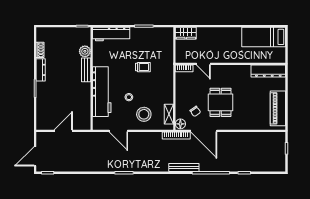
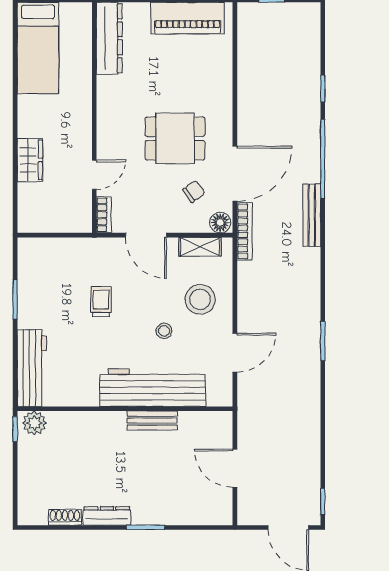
wardrobe: (186, 33) -> (30, 160), moved
plant: (85, 51) -> (34, 423), moved
bench: (86, 70) -> (152, 421), moved
door: (174, 89) -> (146, 235), added

